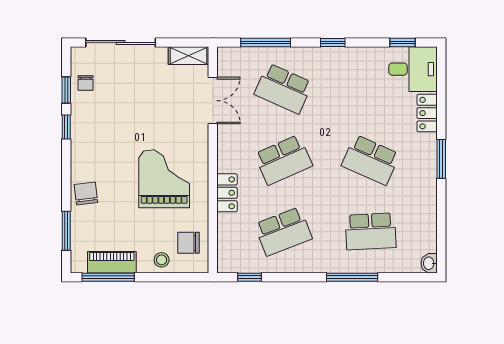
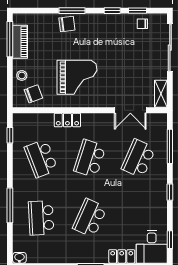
school desk: (283, 160) -> (90, 158), turned 42
window: (66, 231) -> (72, 11), moved
chair: (189, 243) -> (33, 94), turned 70

